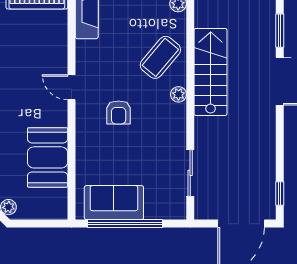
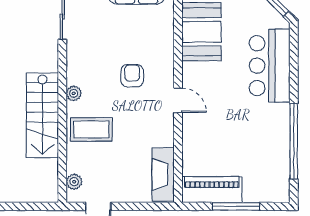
coffee table: (160, 57) -> (91, 129), turned 50

